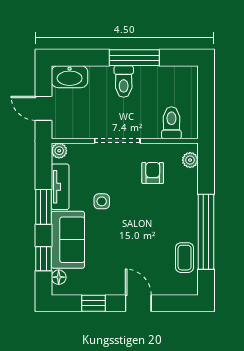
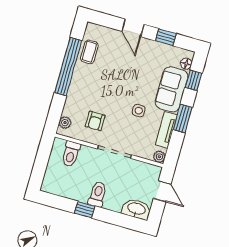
window: (134, 58) -> (85, 210), width x0.46

